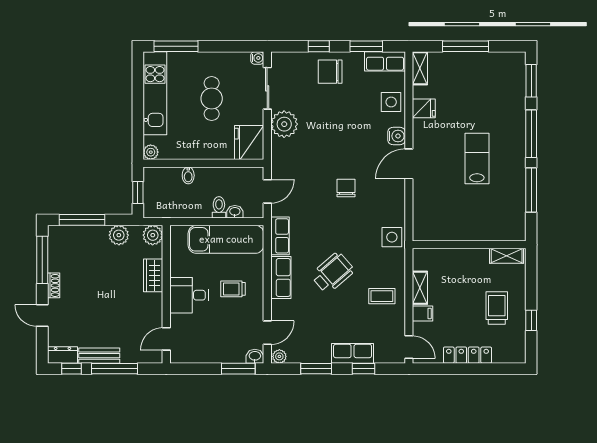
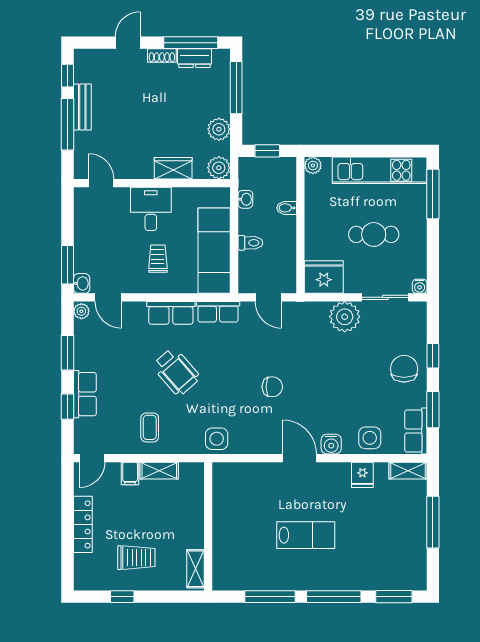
washbasin: (235, 212) -> (245, 199), moved
dresser: (62, 355) -> (195, 58), moved, turned 90

